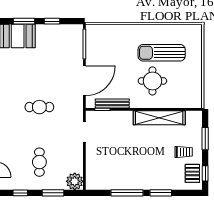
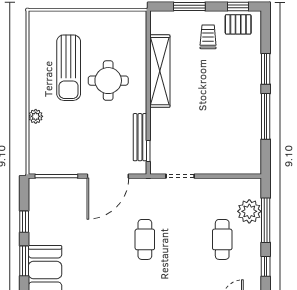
plant: (127, 29) -> (36, 116), added
door: (84, 81) -> (108, 176), swing flipped
cafe table: (39, 162) -> (222, 239), turned 90
plant: (75, 181) -> (249, 211), moved
window: (53, 193) -> (266, 220), width x1.44

